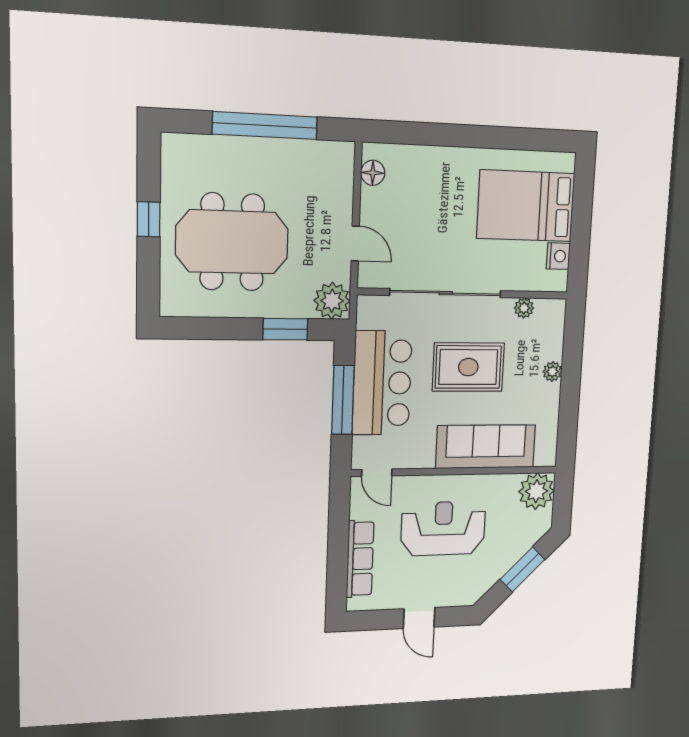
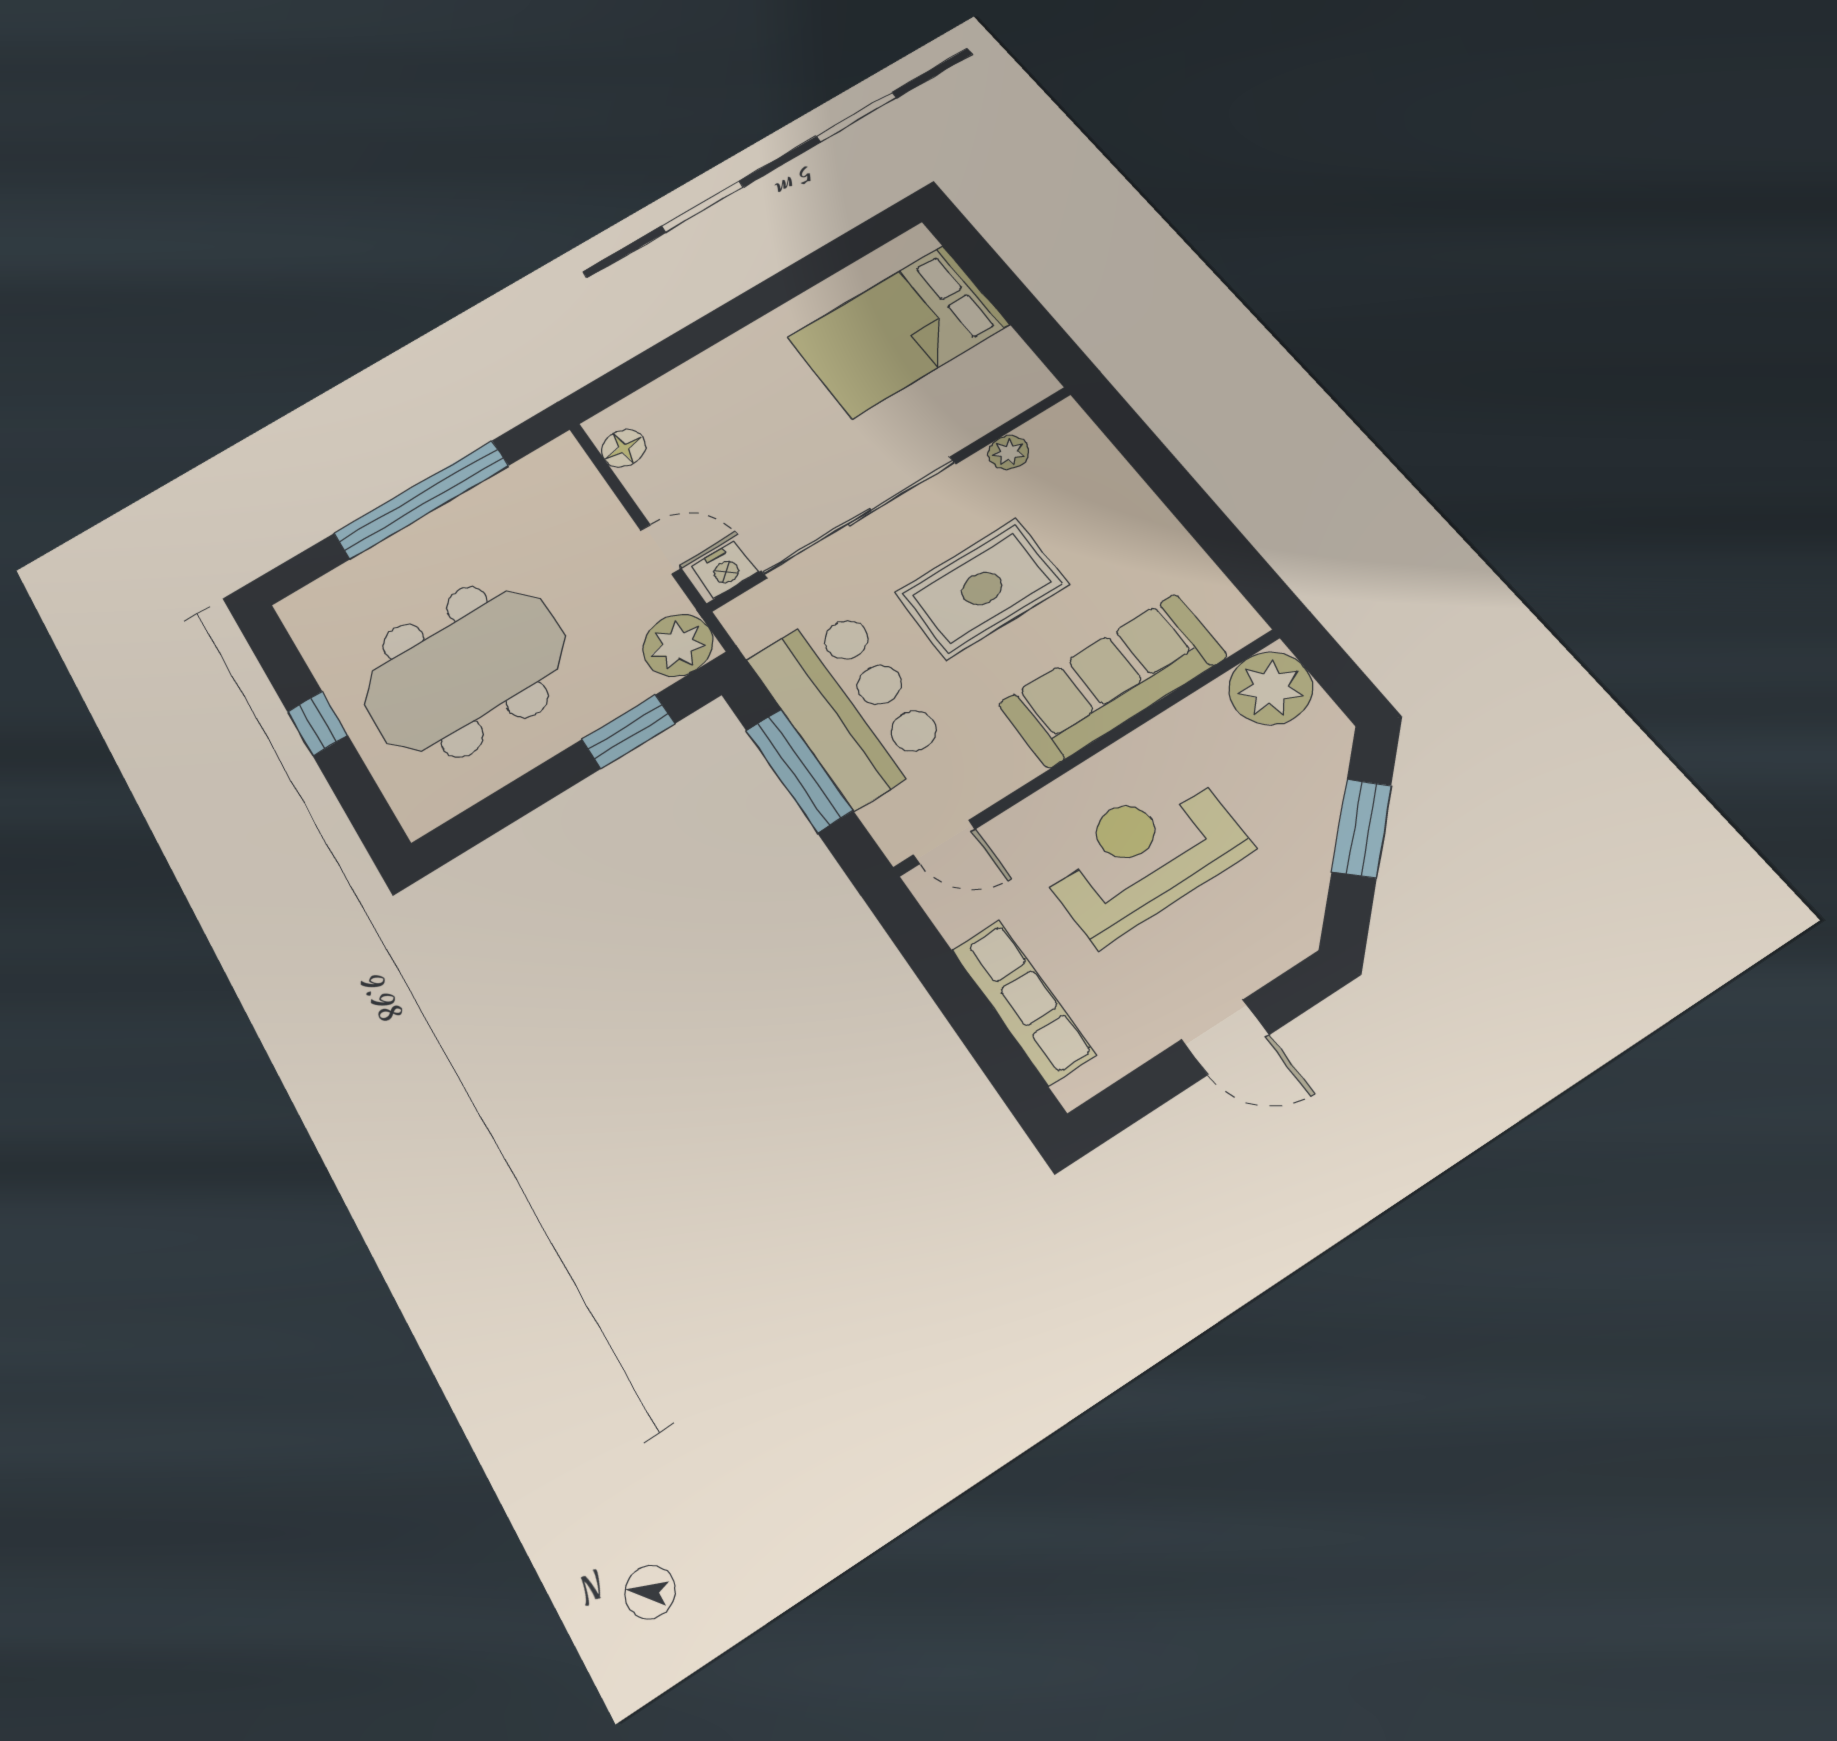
nightstand: (558, 256) -> (725, 569), moved, turned 90
plant: (552, 372) -> (1137, 502), removed

